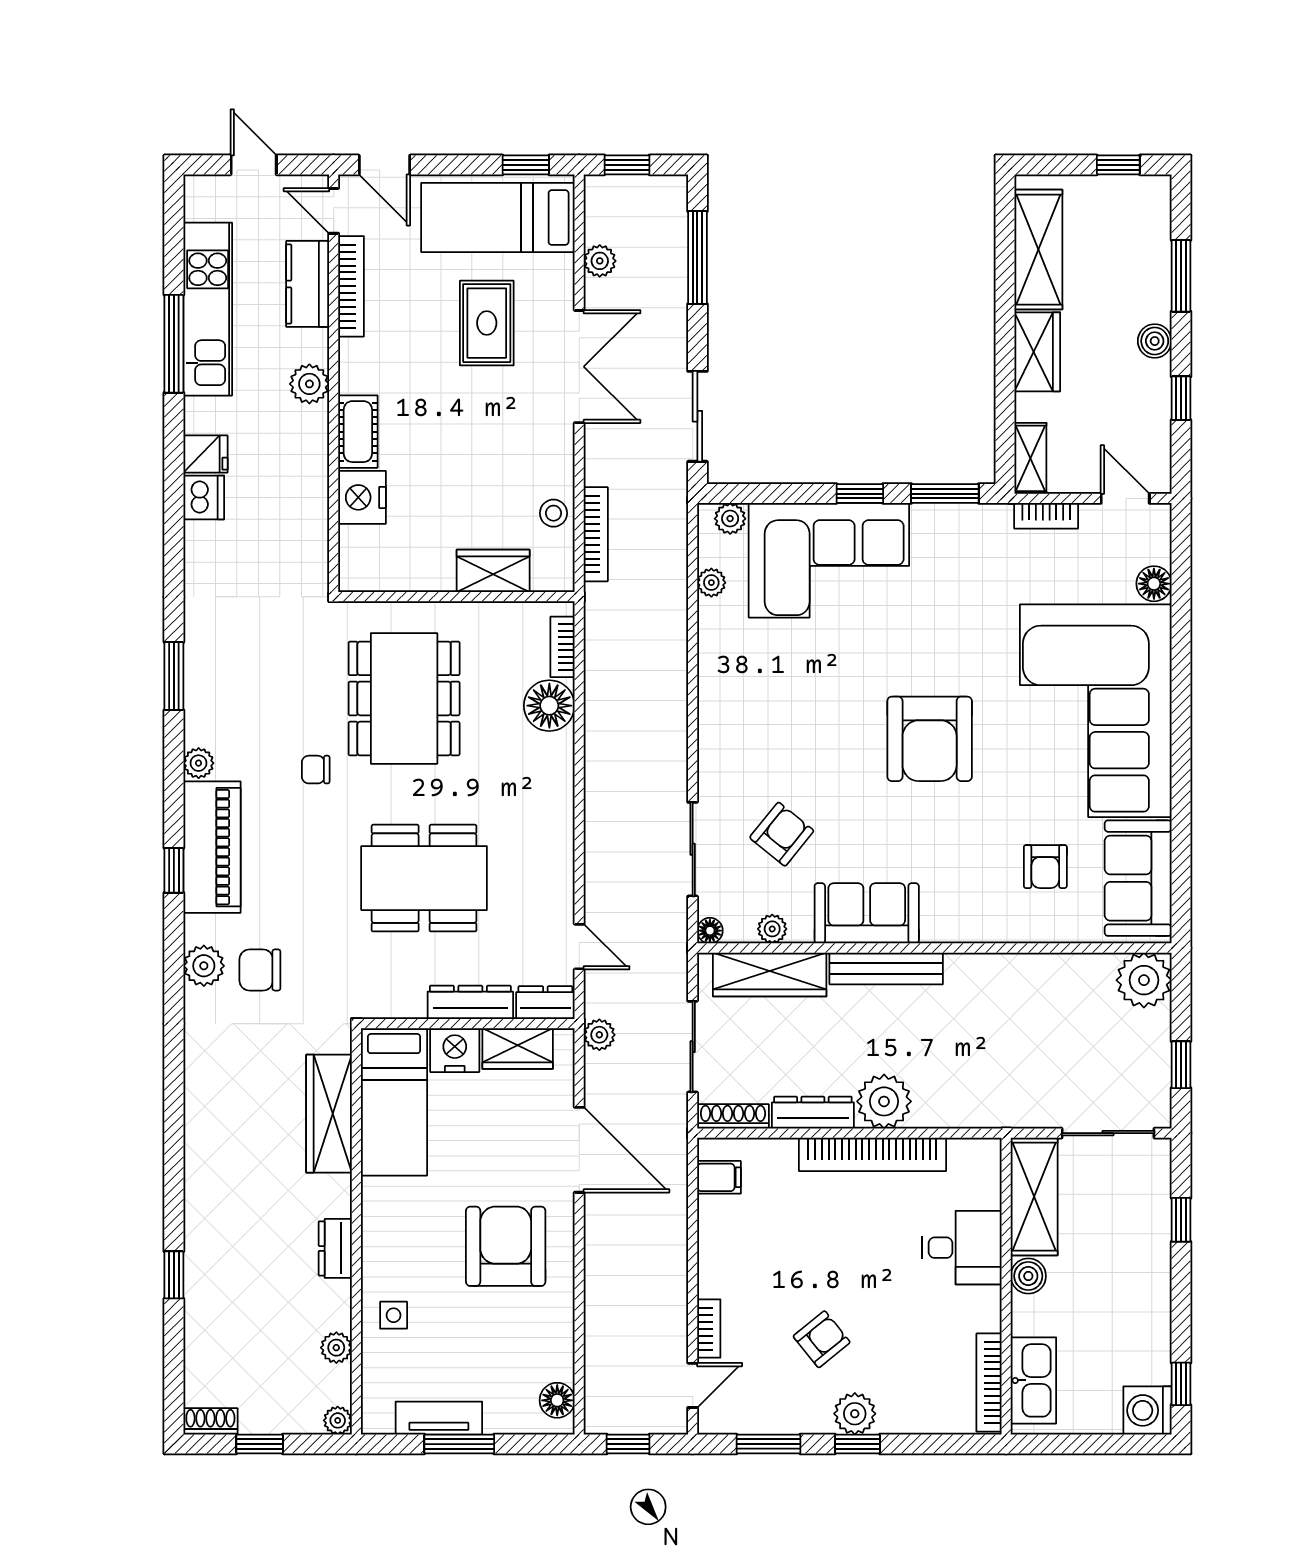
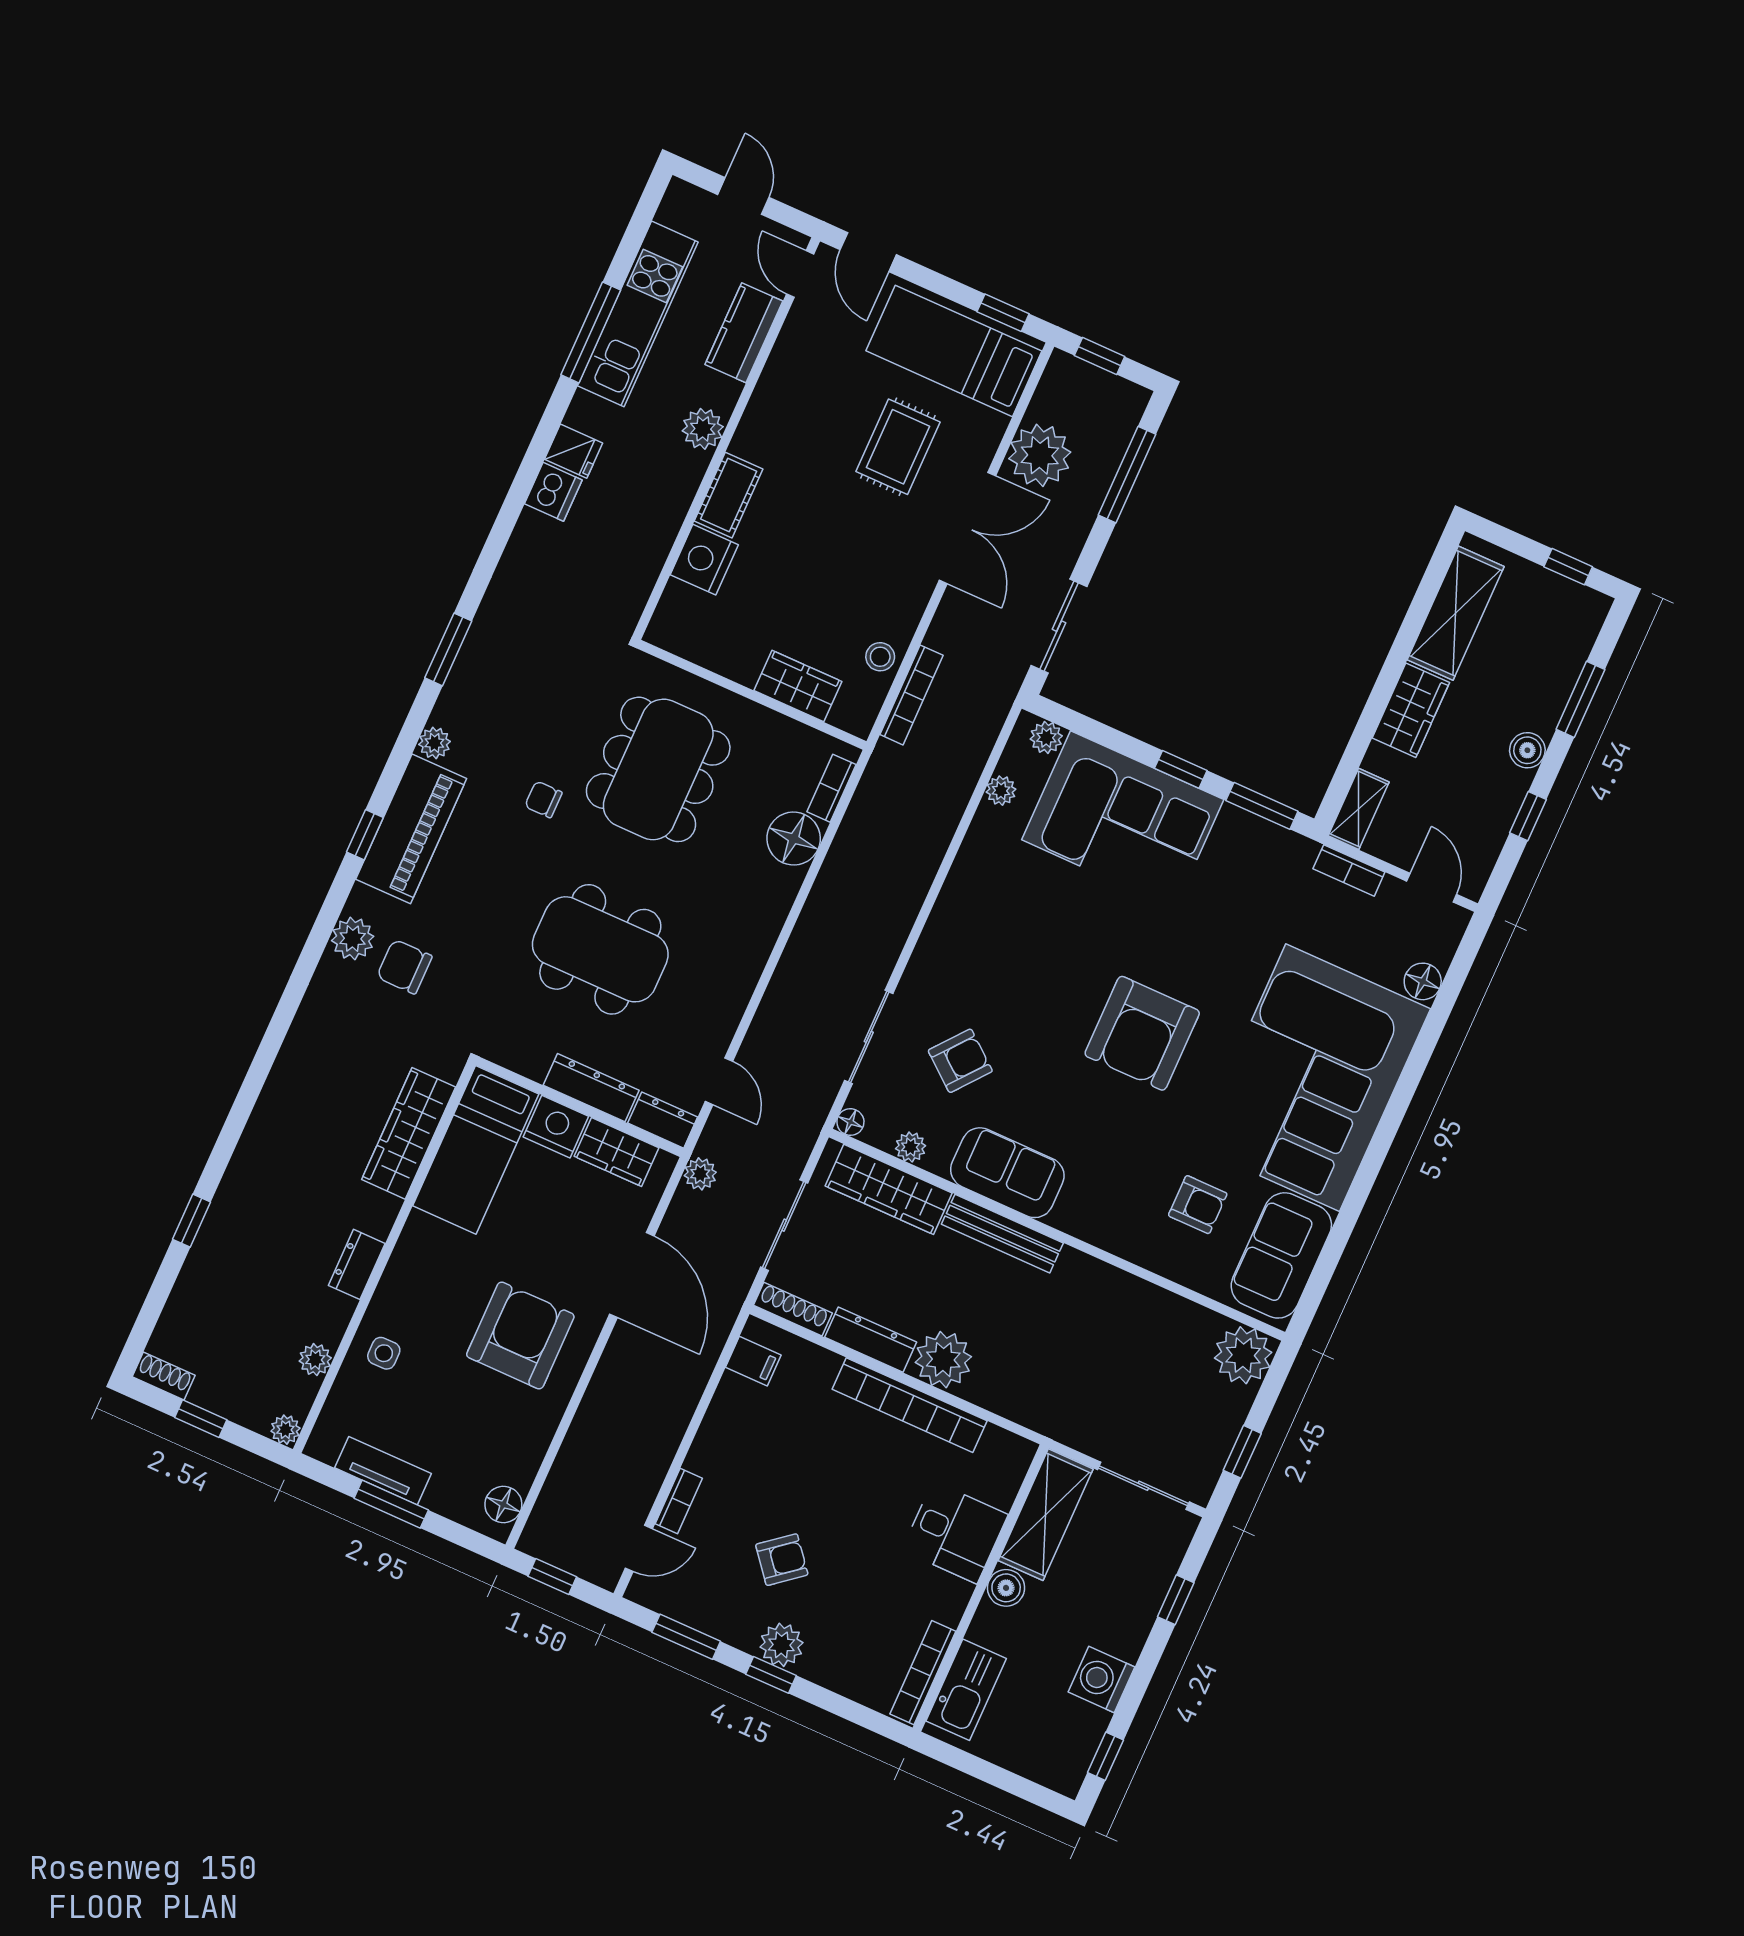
plant: (600, 261) -> (1040, 455), width x1.87, depth x1.87
bookcase: (351, 286) -> (784, 354), removed
armchair: (1045, 867) -> (1198, 1205), turned -90
washing machine: (1147, 1410) -> (1101, 1680), moved

